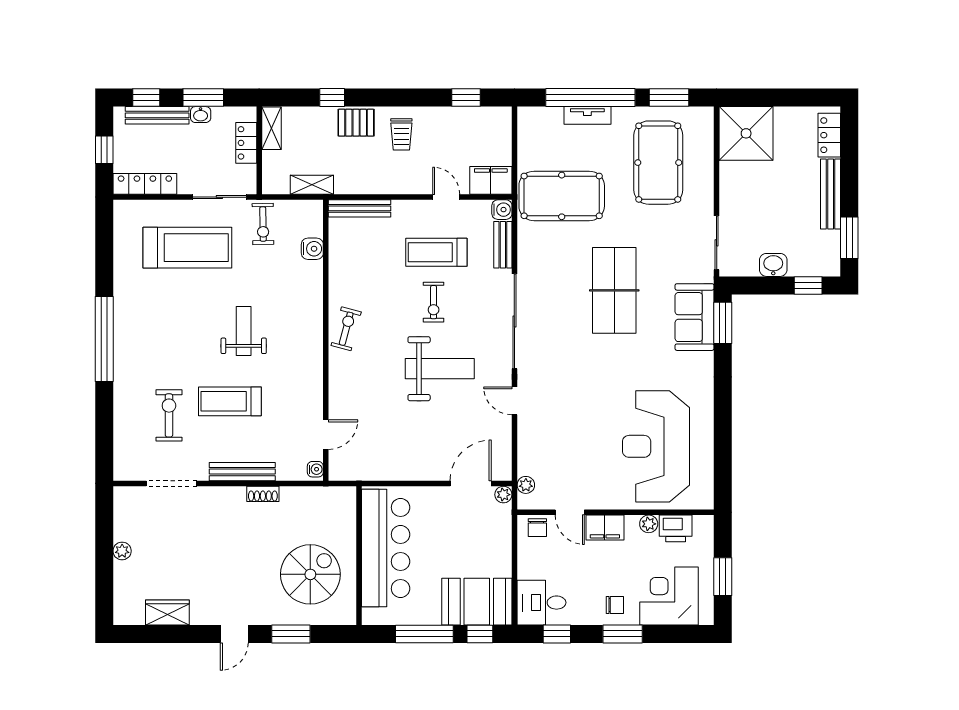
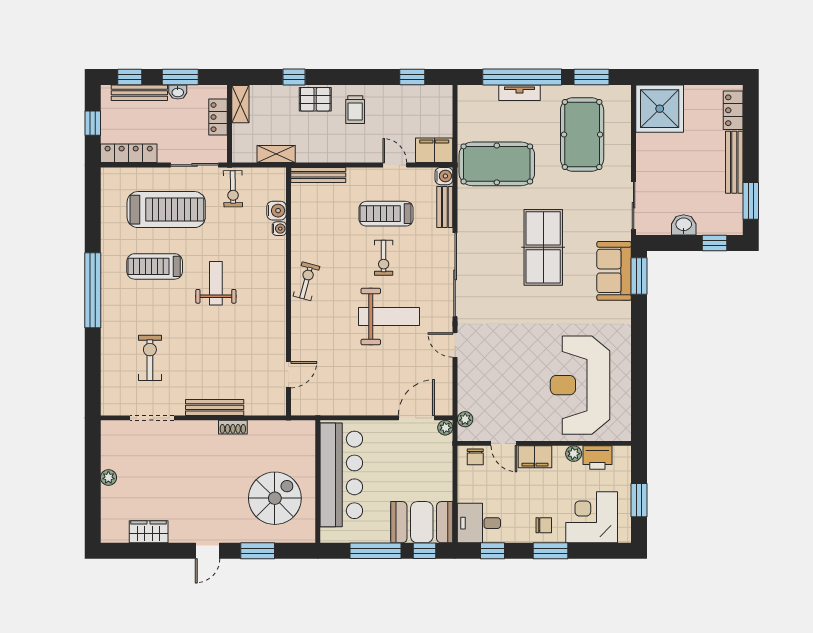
treadmill: (230, 401) -> (155, 266), moved
water cooler: (315, 469) -> (279, 229), moved

